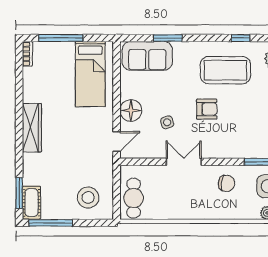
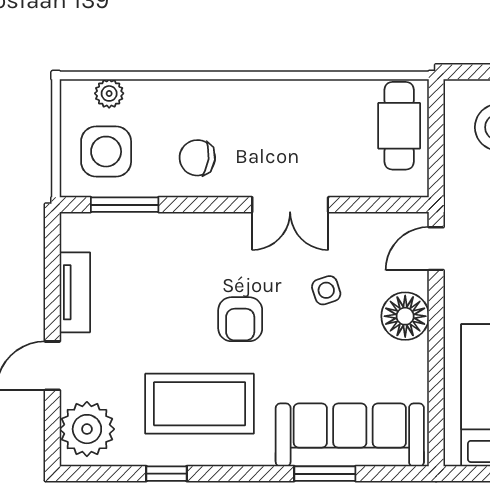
sofa: (147, 56) -> (350, 435), width x1.36
armchair: (207, 109) -> (240, 319), turned -90

